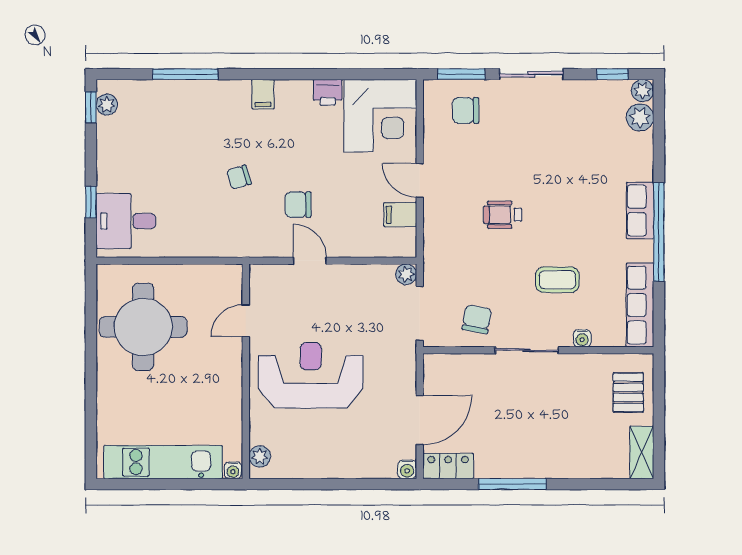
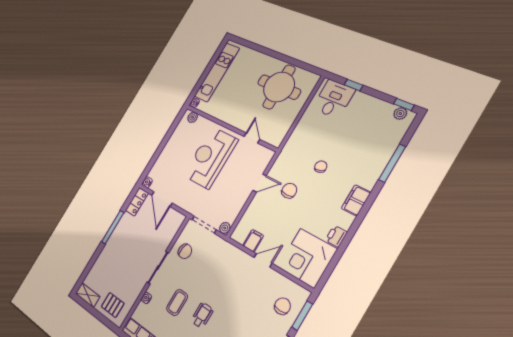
filing cabinet: (263, 94) -> (356, 200), width x2.00
wheelchair: (503, 215) -> (202, 315), moved
reception desk: (311, 375) -> (210, 158), turned 180

